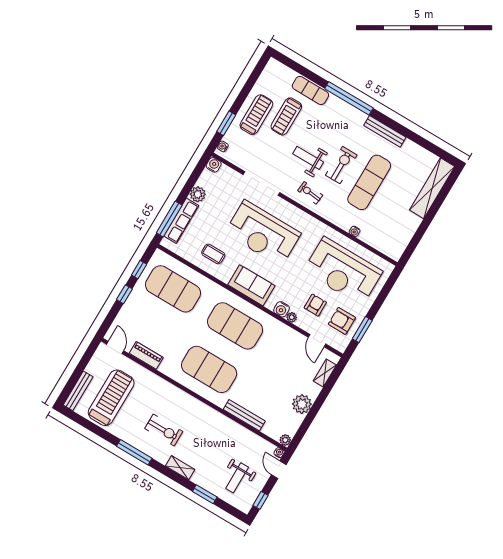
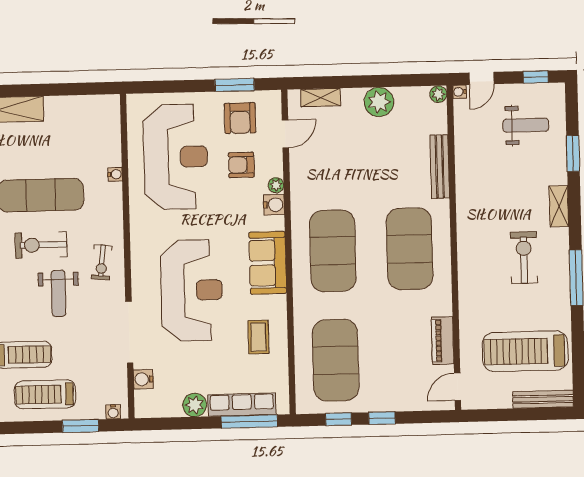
water cooler: (214, 165) -> (143, 379), moved

